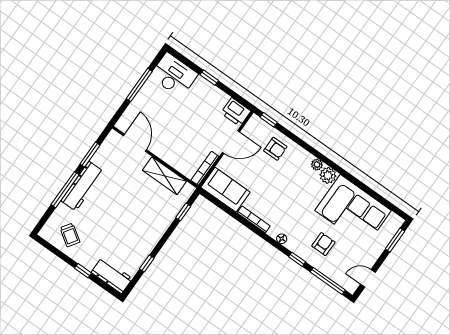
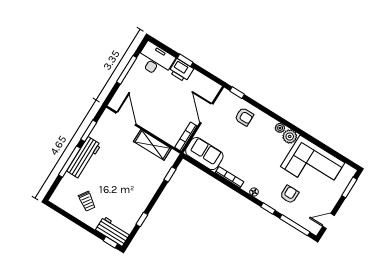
printer: (236, 112) -> (181, 70), moved
door: (231, 142) -> (207, 113), swing flipped
trolley: (70, 235) -> (87, 201), moved
window: (83, 271) -> (110, 242), moved

